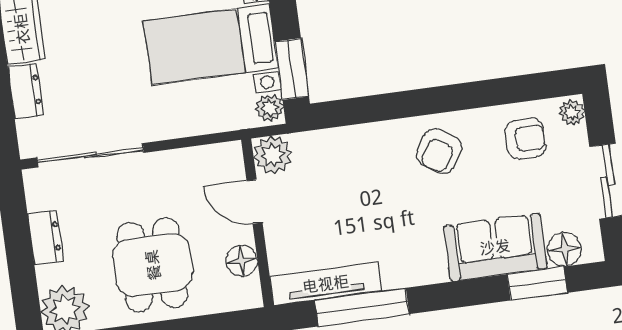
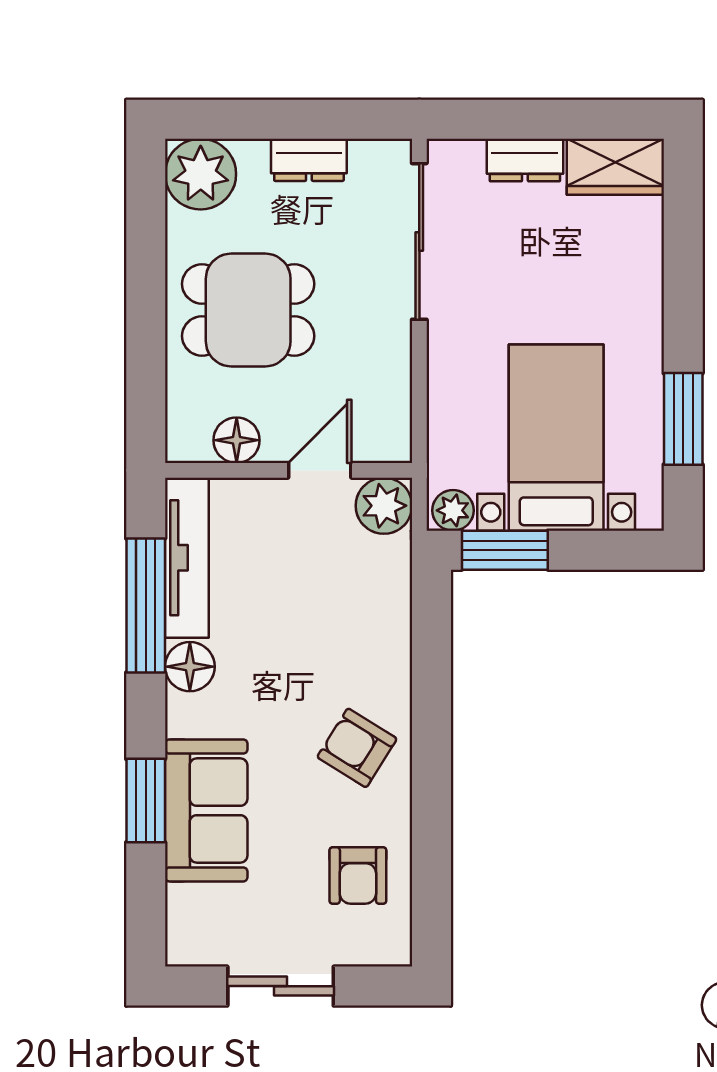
plant: (572, 112) -> (387, 948), removed
floor lamp: (564, 249) -> (190, 667), moved
window: (537, 283) -> (146, 801), moved

